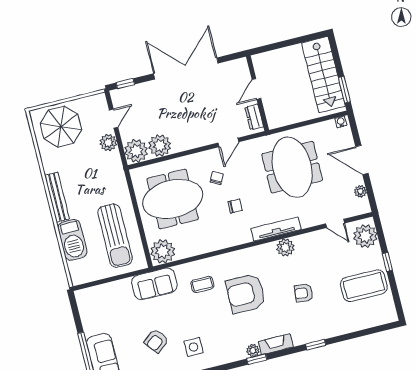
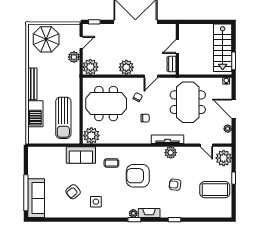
plant: (160, 146) -> (126, 67), moved

